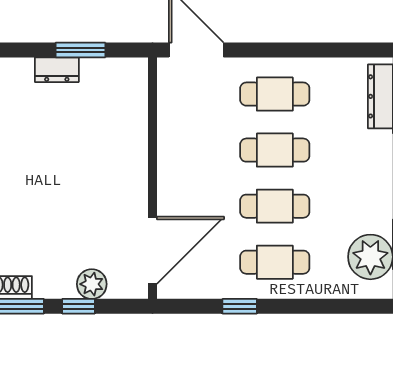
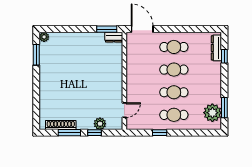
window: (80, 50) -> (107, 29), moved
dresser: (57, 70) -> (114, 37), moved
door: (152, 250) -> (124, 110), width x0.53

